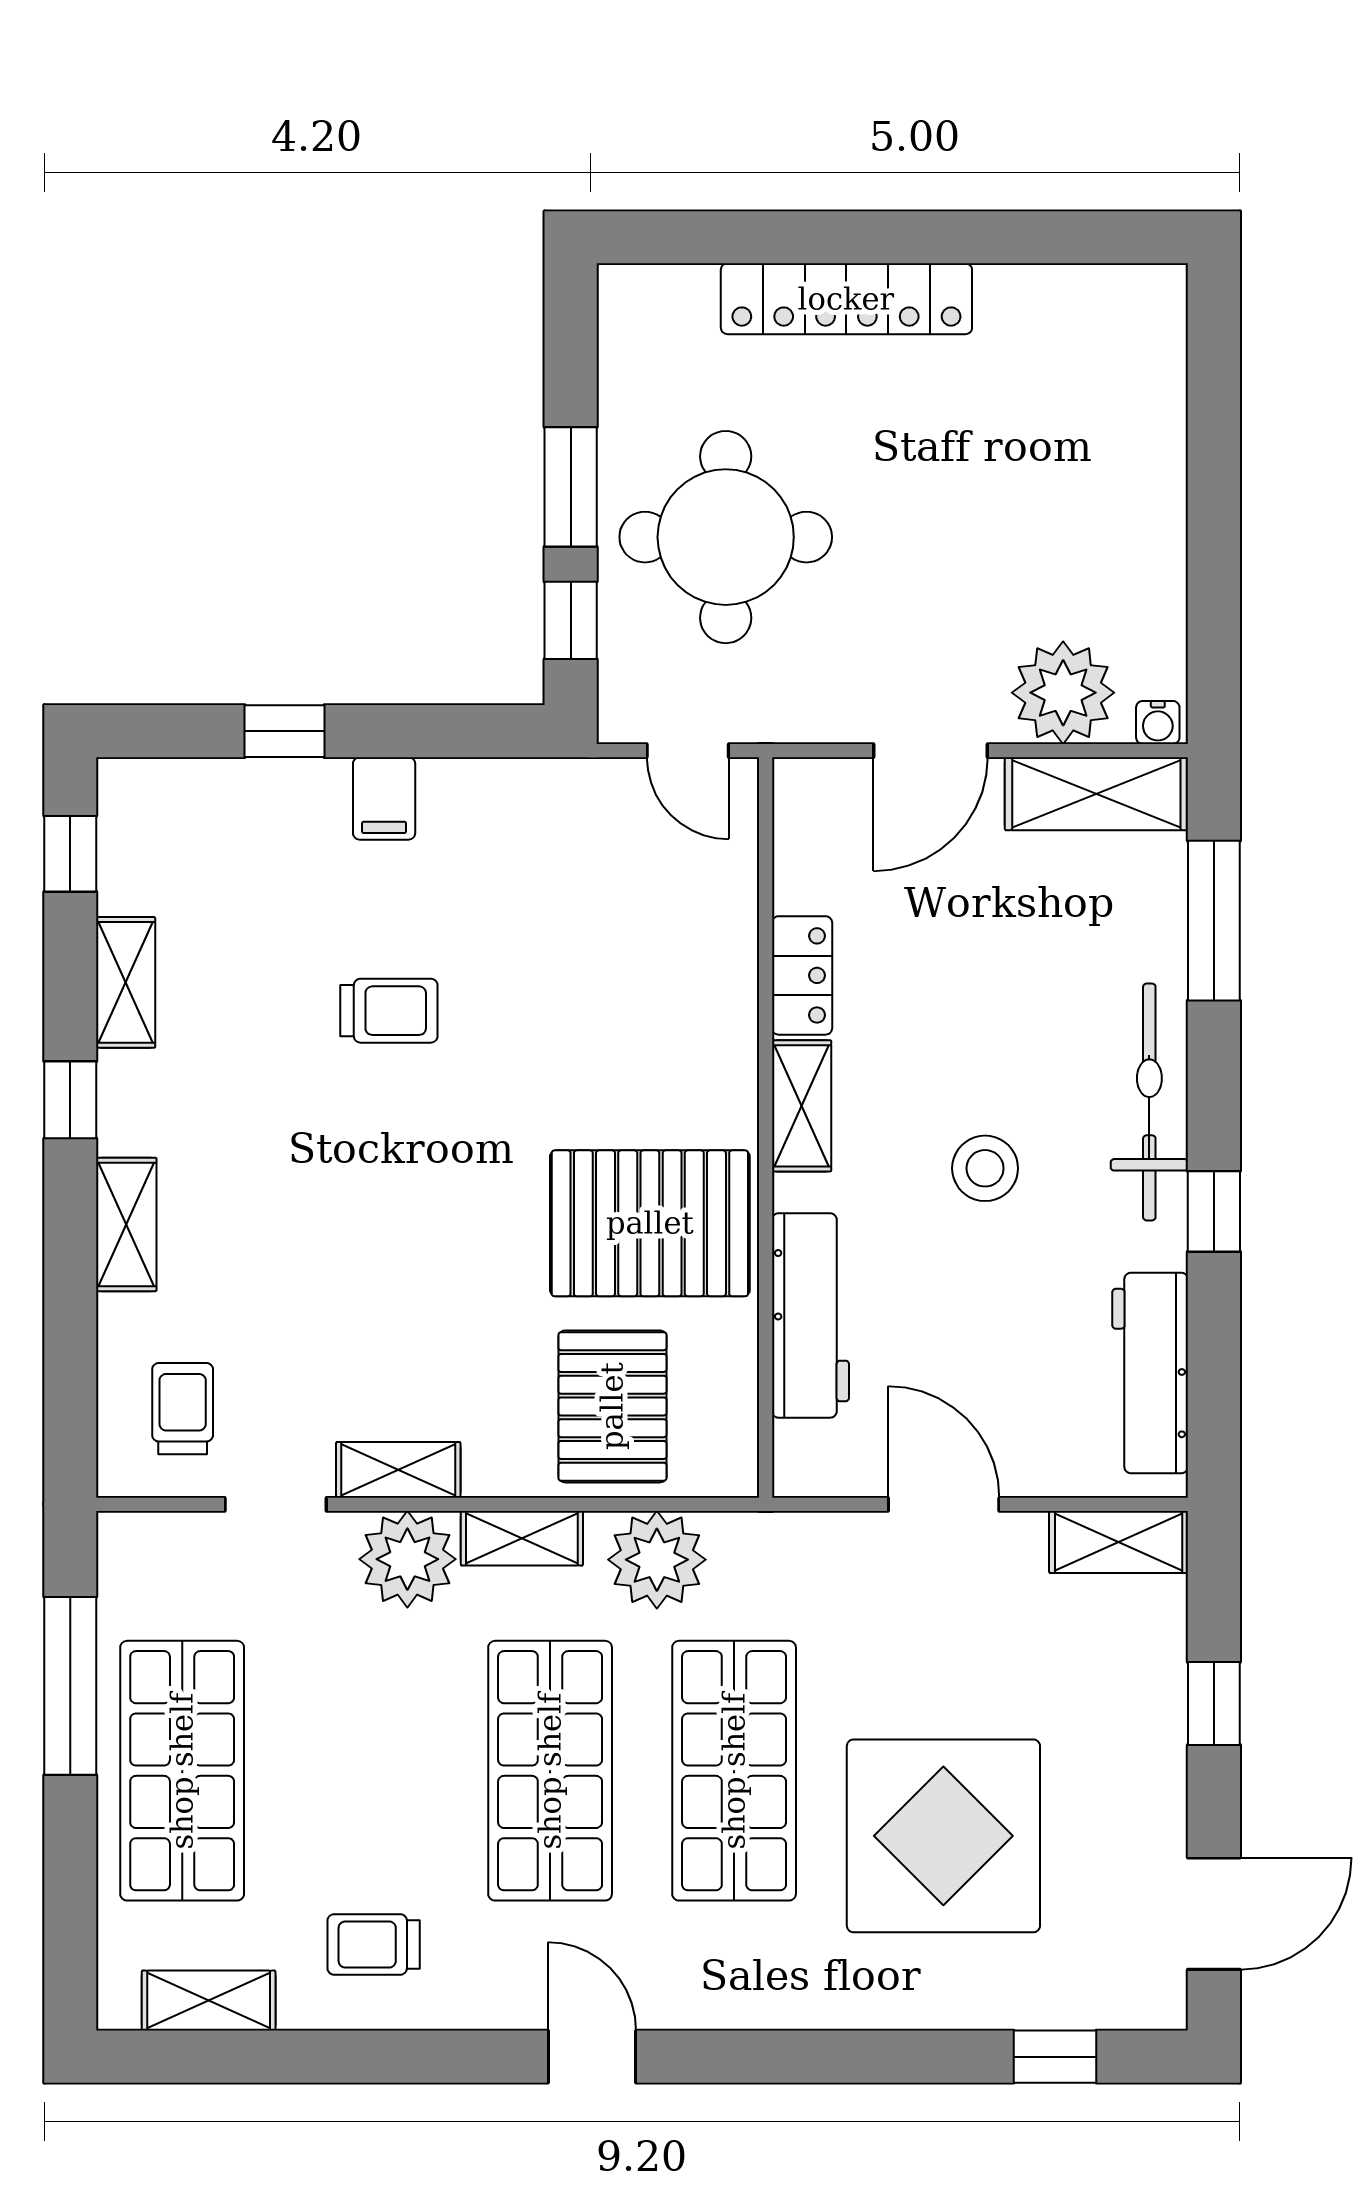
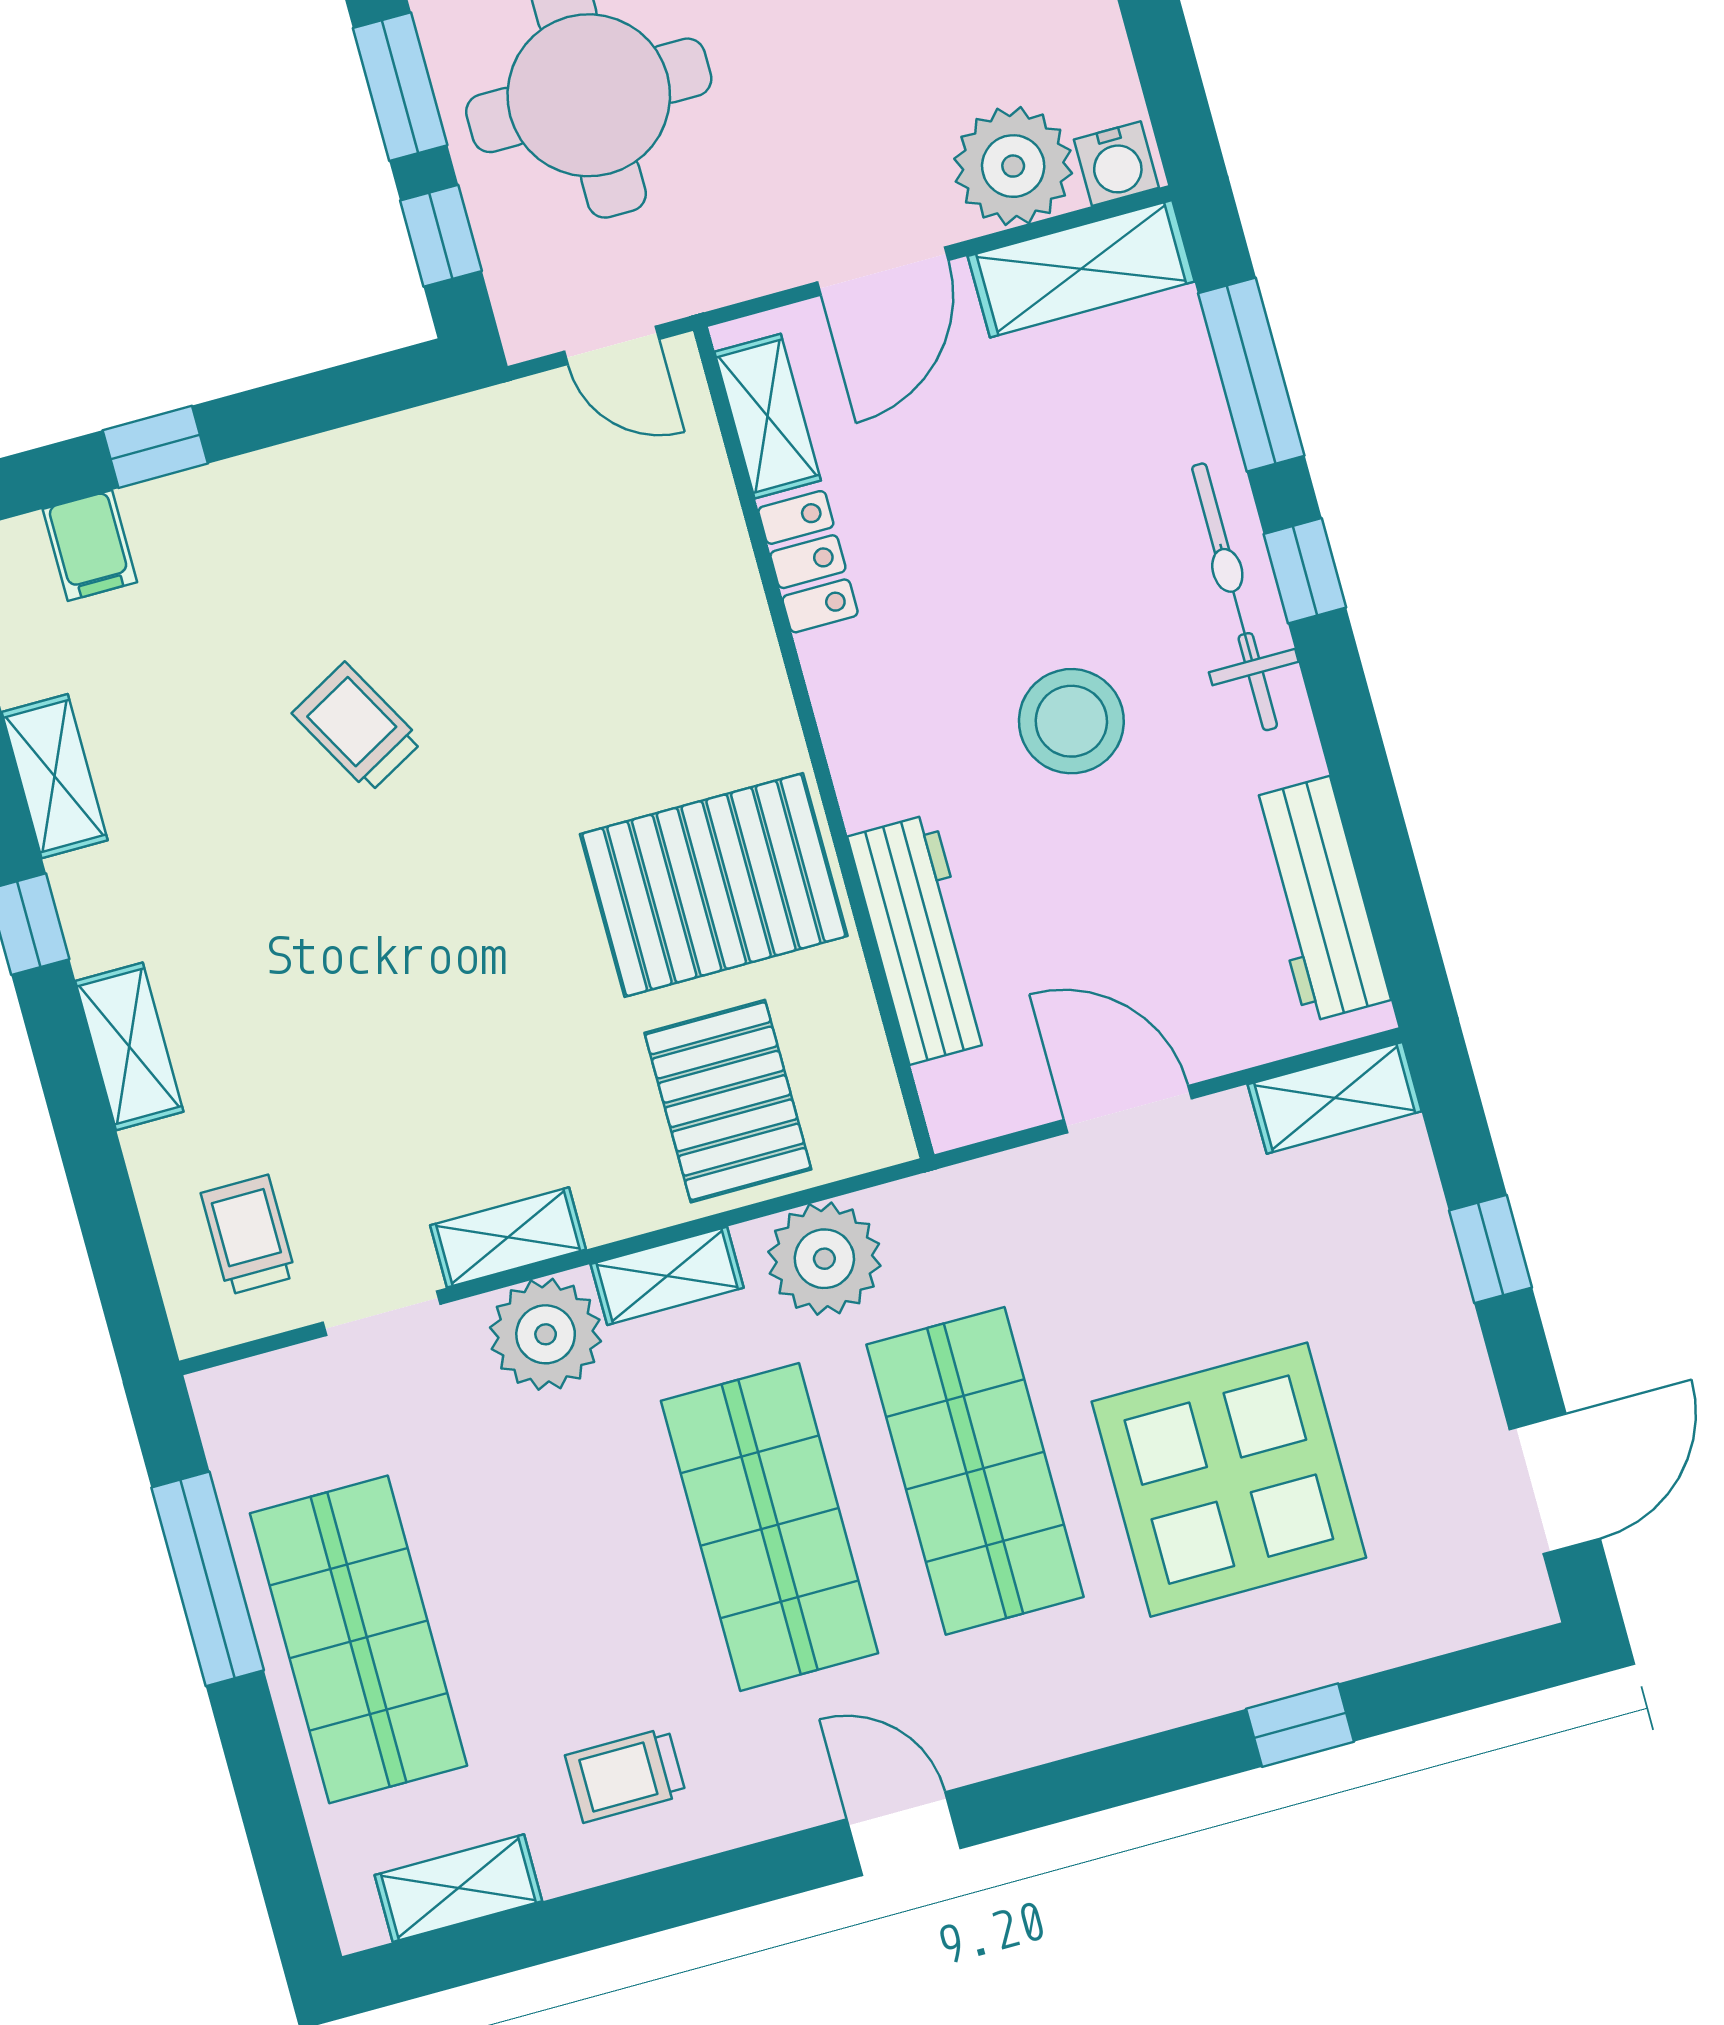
water cooler: (1158, 722) -> (1116, 164), width x1.38, depth x1.38
filing cabinet: (384, 798) -> (90, 546), moved
trolley: (389, 1011) -> (357, 727), turned -119
shelving: (802, 1106) -> (768, 416), moved
stool: (985, 1168) -> (1071, 721), width x1.38, depth x1.38
window: (1214, 1211) -> (1305, 571), moved
window: (1055, 2057) -> (1300, 1725), moved

